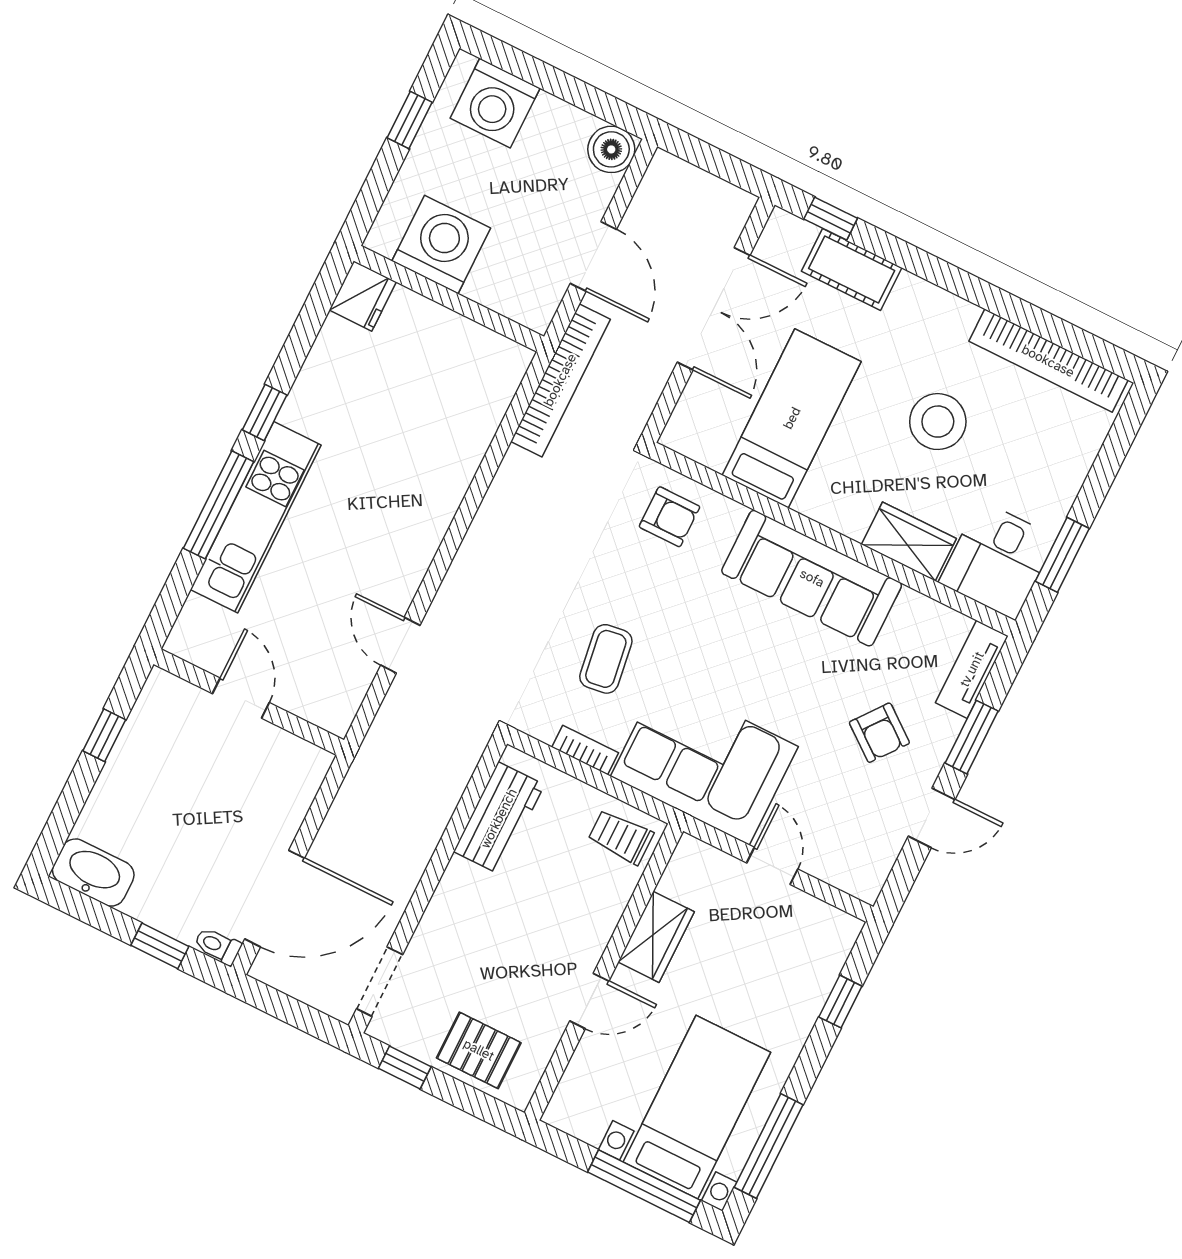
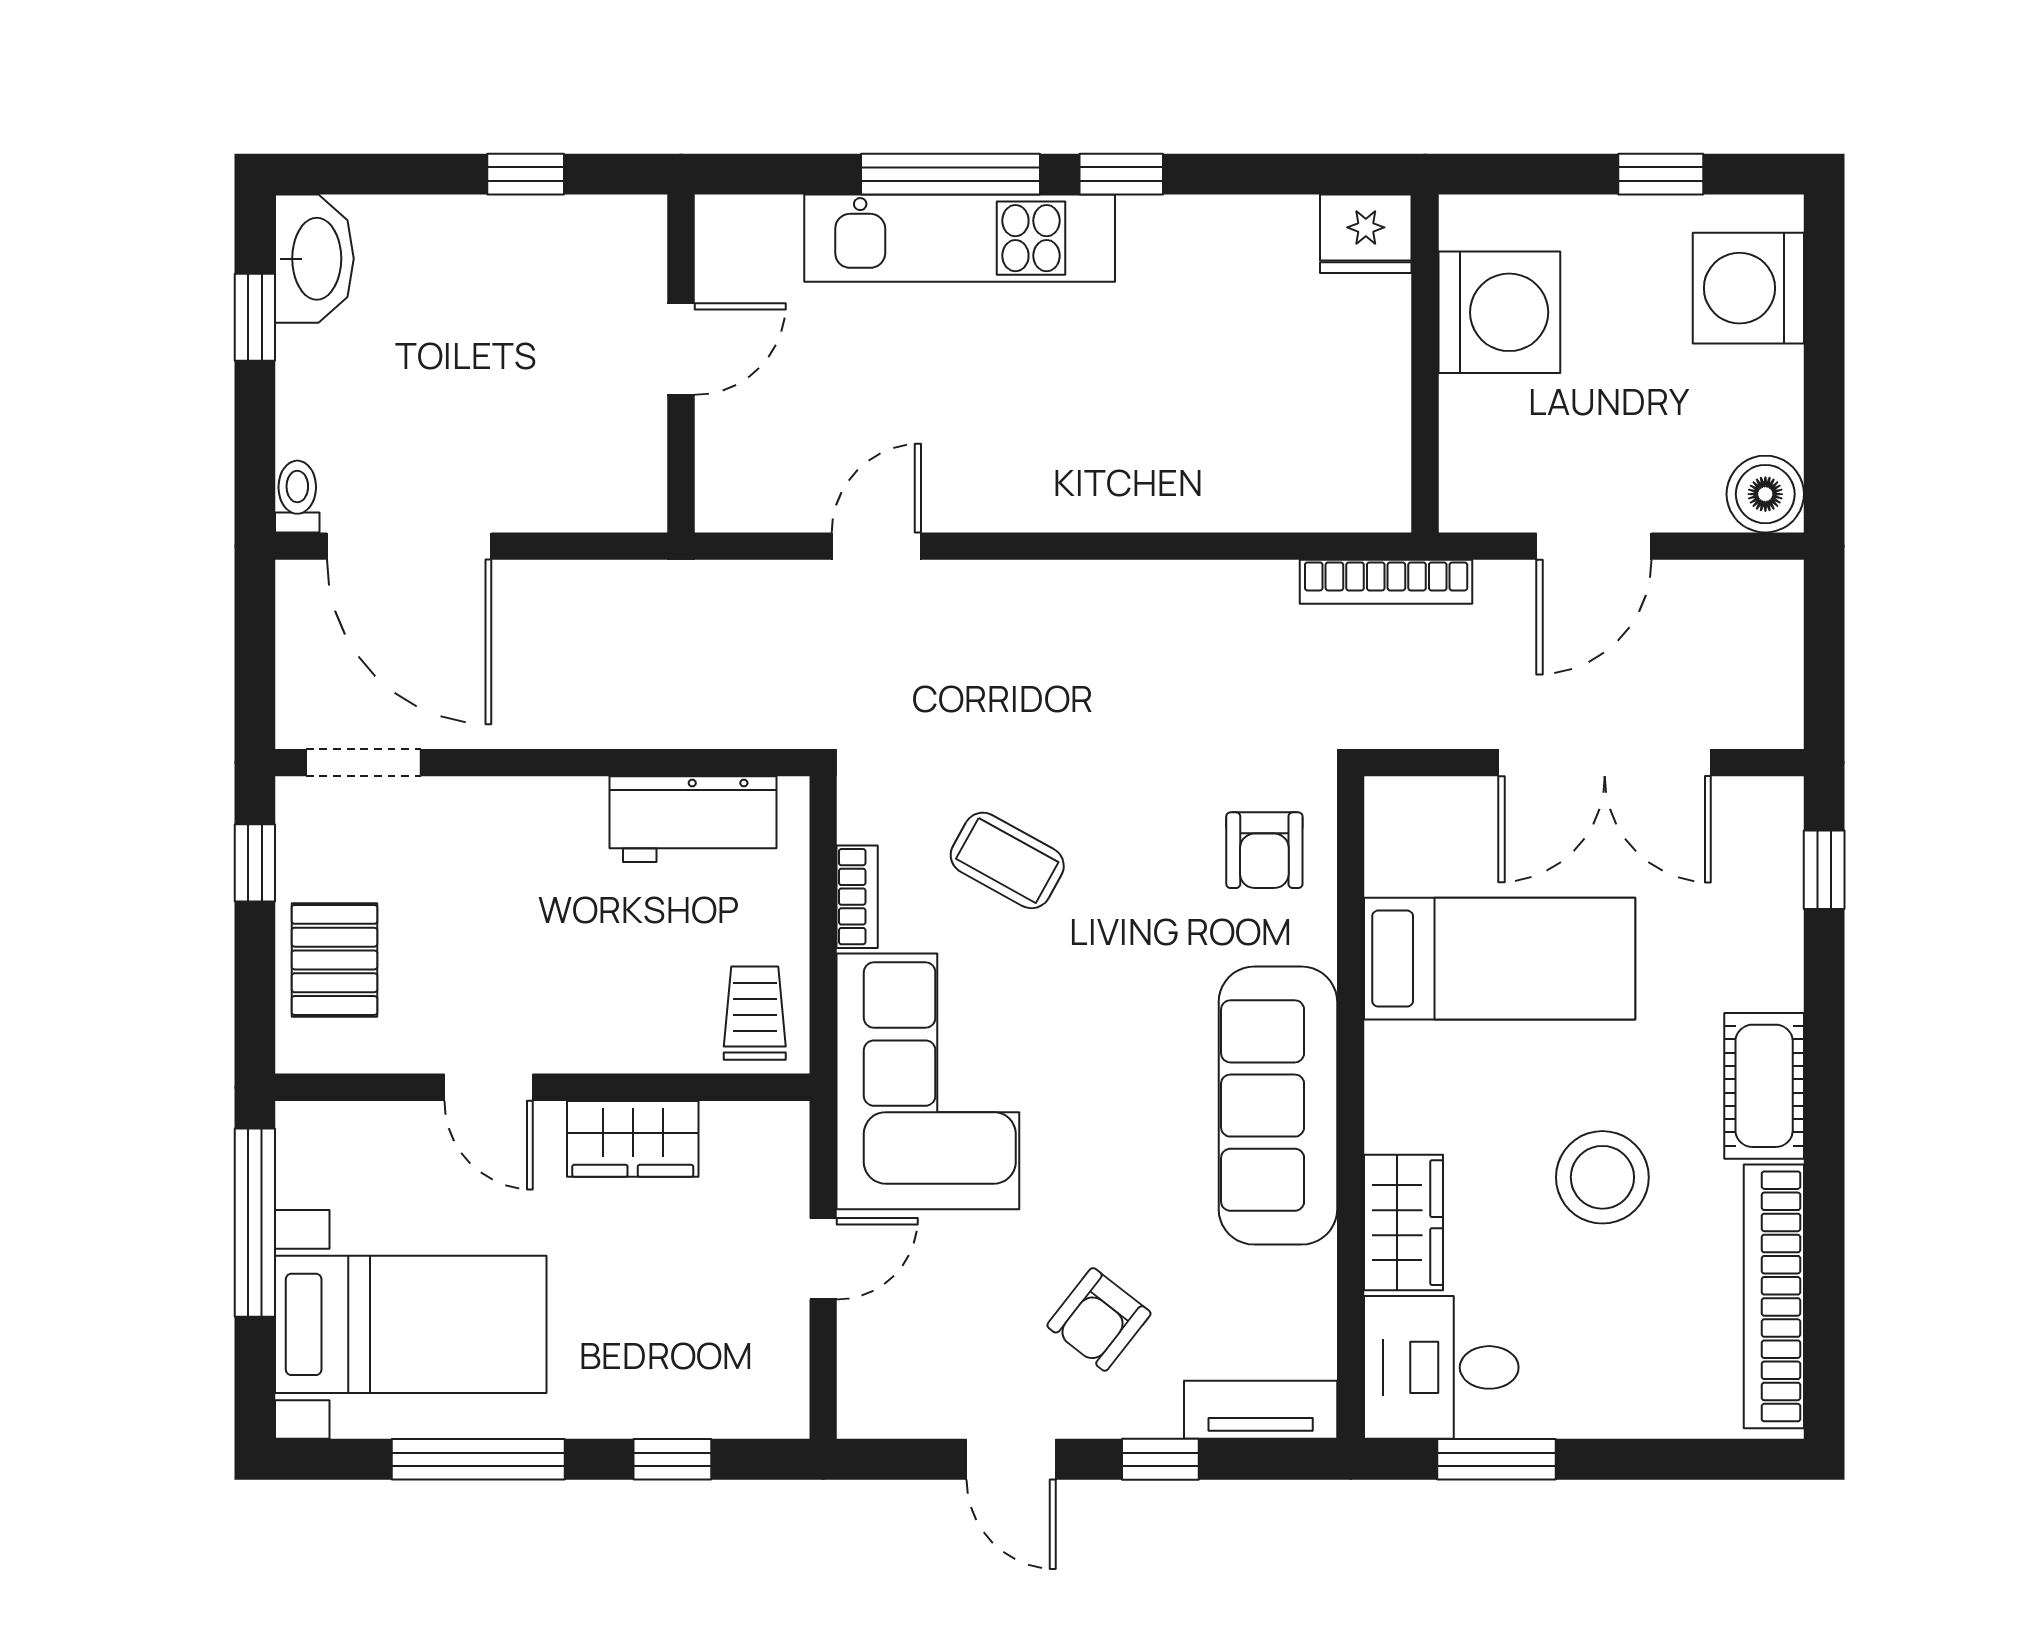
cot: (852, 269) -> (1764, 1086), moved
bookcase: (560, 380) -> (1386, 582), width x0.68, depth x0.76
coffee table: (606, 659) -> (1007, 860), turned 37
window: (972, 737) -> (1160, 1459), width x0.67
window: (160, 946) -> (255, 317), moved
window: (769, 1146) -> (478, 1459), moved
window: (644, 1186) -> (255, 1223), moved

